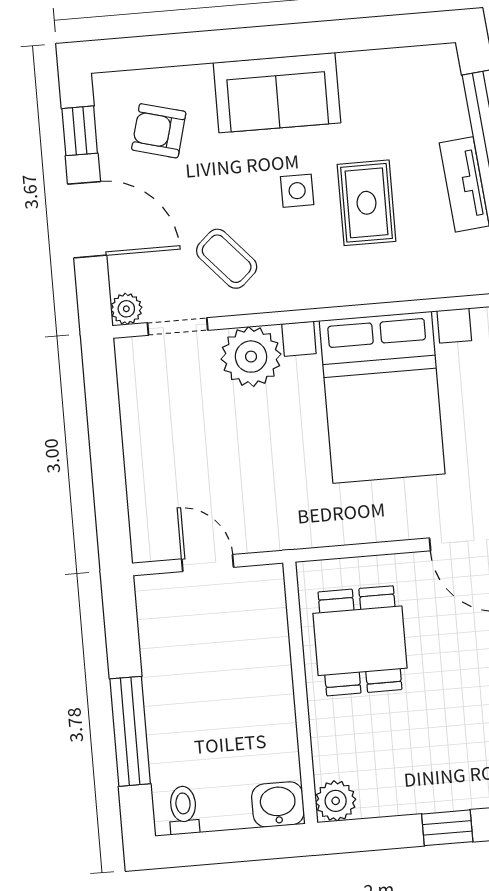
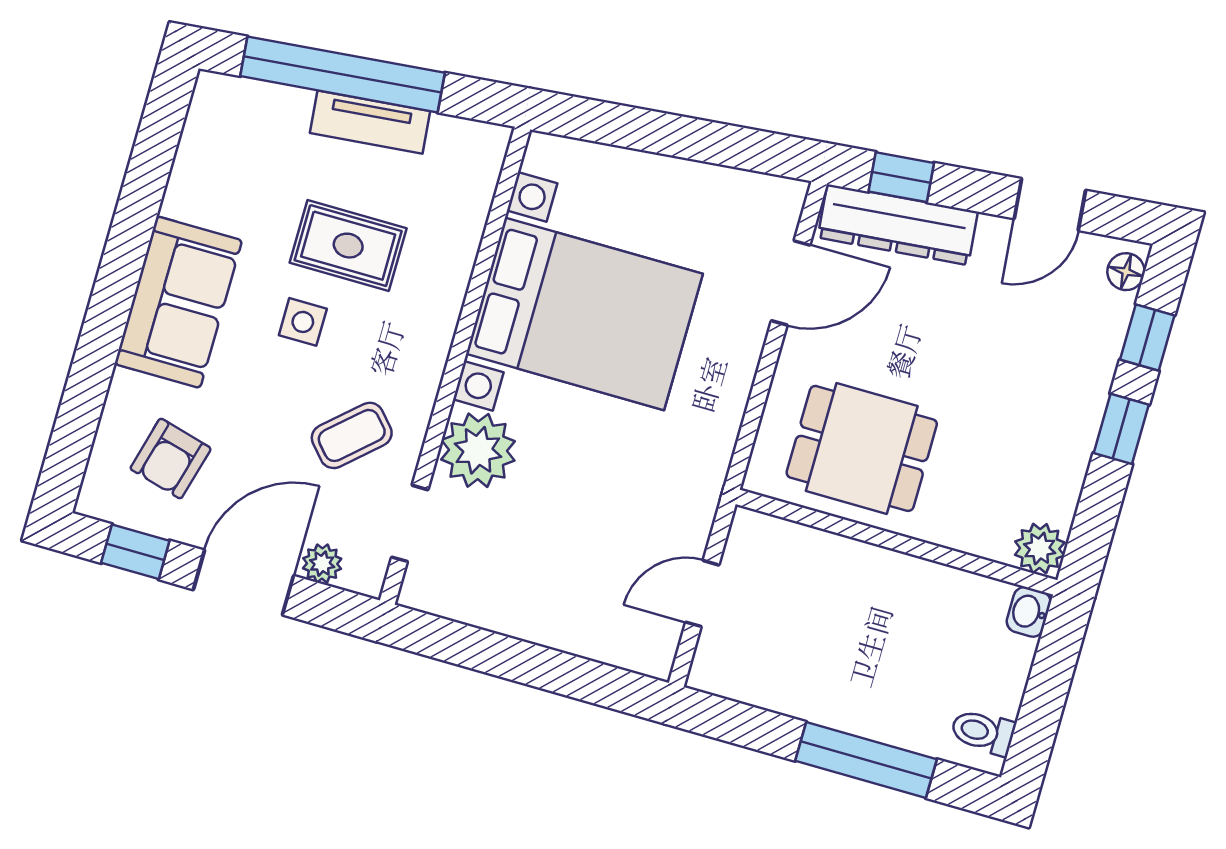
plant: (126, 309) -> (322, 564), moved
washbasin: (278, 804) -> (1029, 612), width x0.72, depth x0.69

